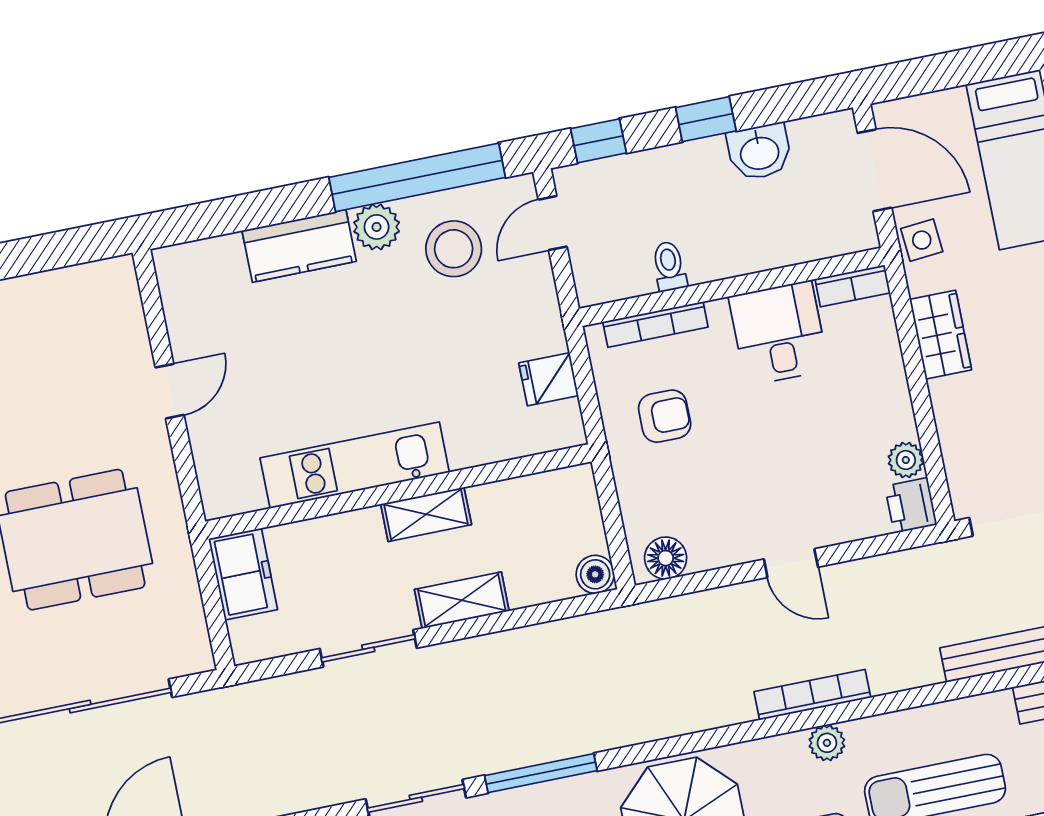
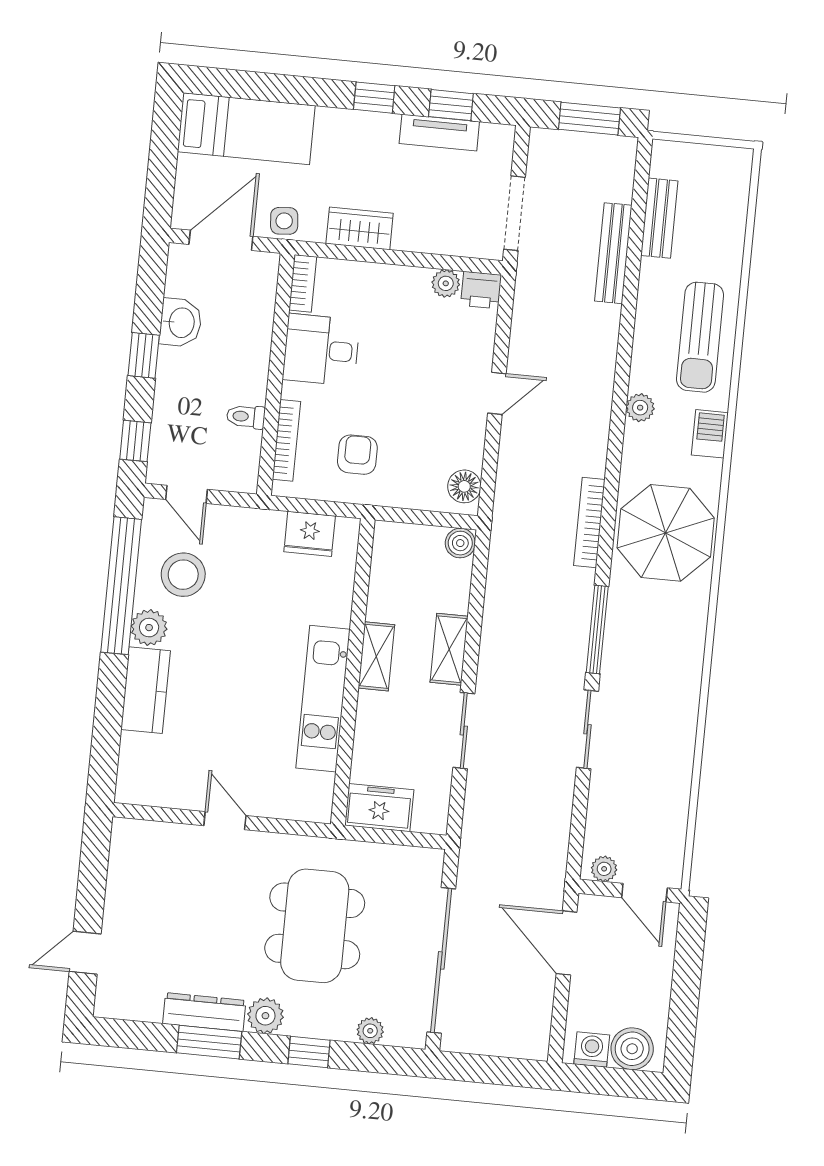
fridge: (549, 379) -> (310, 534), width x1.38
bookcase: (812, 695) -> (589, 523), moved

